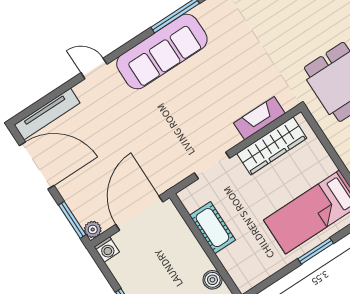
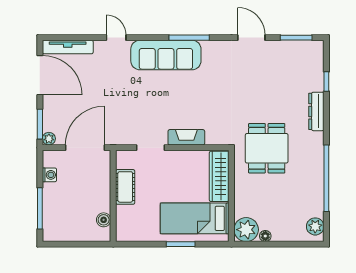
fireplace: (259, 118) -> (186, 137), moved
wardrobe: (272, 146) -> (219, 176), moved, turned 90
washing machine: (107, 250) -> (49, 175), moved, turned -90

